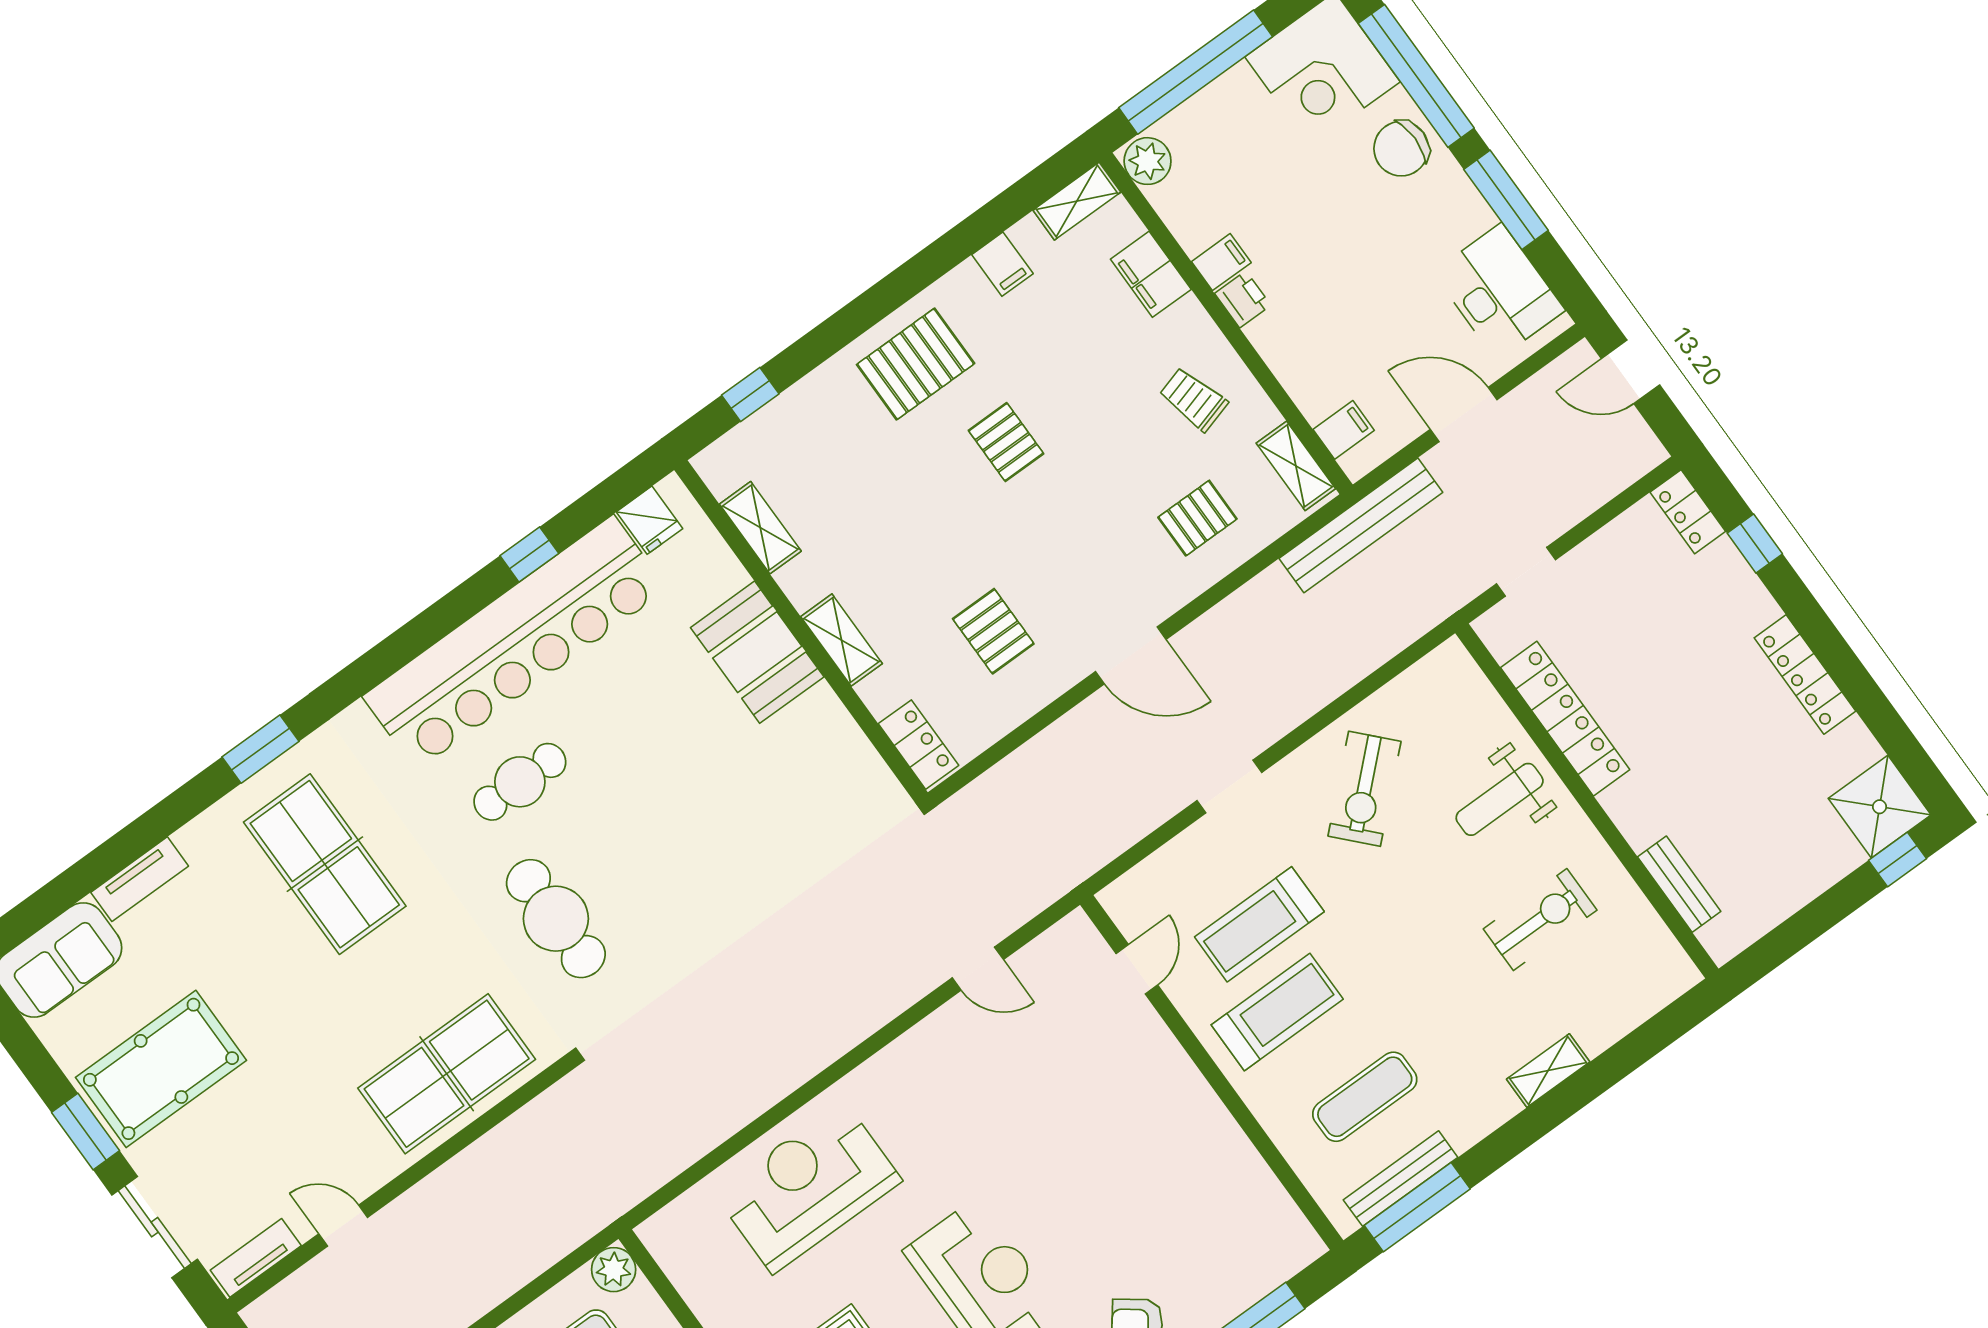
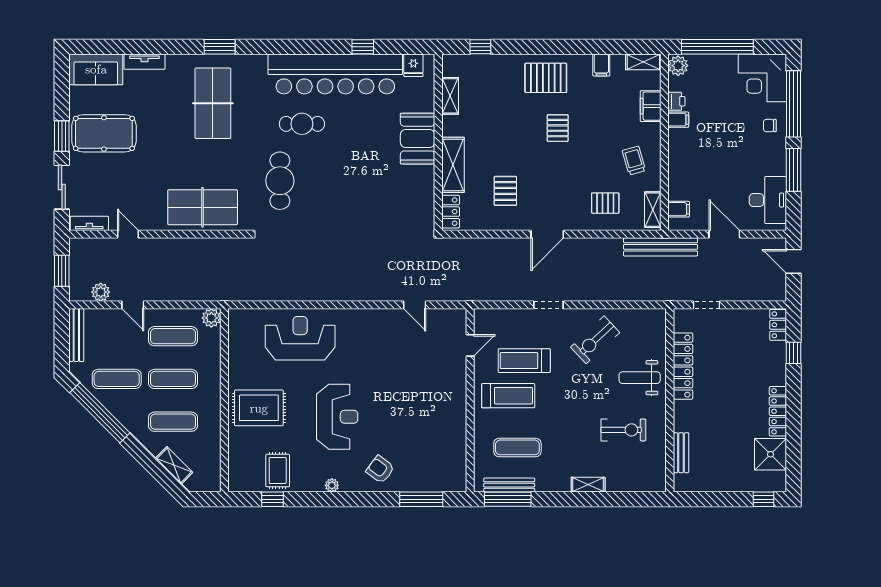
chair: (1401, 149) -> (770, 126), width x0.54, depth x0.54
printer: (1243, 299) -> (676, 101), moved
shelving: (842, 640) -> (453, 165), width x1.50, depth x1.33
door: (1131, 655) -> (547, 234), hinge flipped
shower: (1880, 807) -> (771, 454), moved

